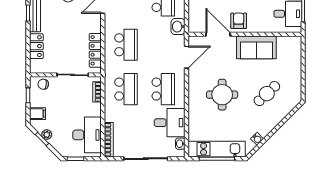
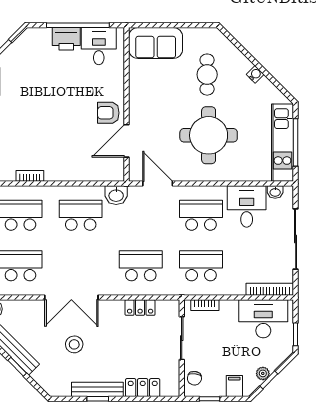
sofa: (256, 47) -> (156, 43), moved, turned 90
locker: (95, 50) -> (140, 308), width x0.66
cafe table: (267, 94) -> (207, 75), turned 43
round table: (222, 95) -> (209, 135), width x1.36, depth x1.36
water cooler: (257, 139) -> (255, 74), moved

